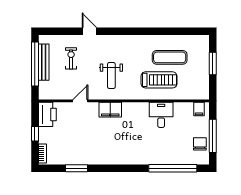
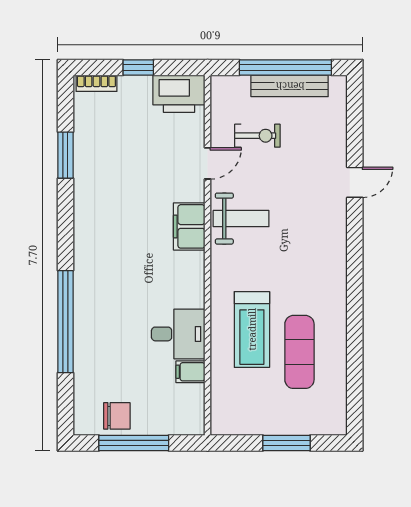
exercise bike: (71, 58) -> (257, 136), moved
weight bench: (111, 76) -> (241, 219), moved, turned 180
door: (80, 101) -> (208, 163), hinge flipped
filing cabinet: (199, 109) -> (190, 372), moved
window: (173, 168) -> (65, 322), moved

